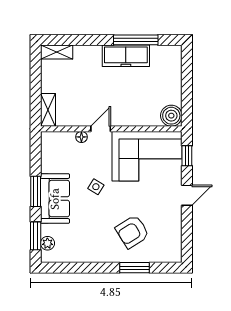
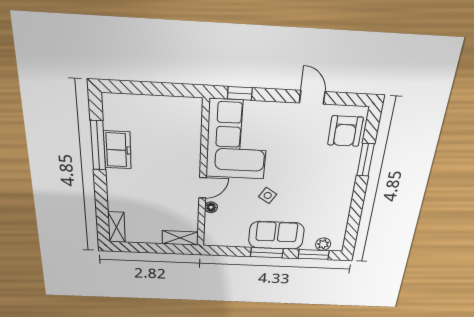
freezer: (126, 56) -> (117, 150), width x0.71
boiler: (171, 116) -> (189, 109), removed
door: (101, 129) -> (203, 188), swing flipped
door: (187, 195) -> (312, 97), moved
armchair: (132, 232) -> (345, 131), moved, turned 32

